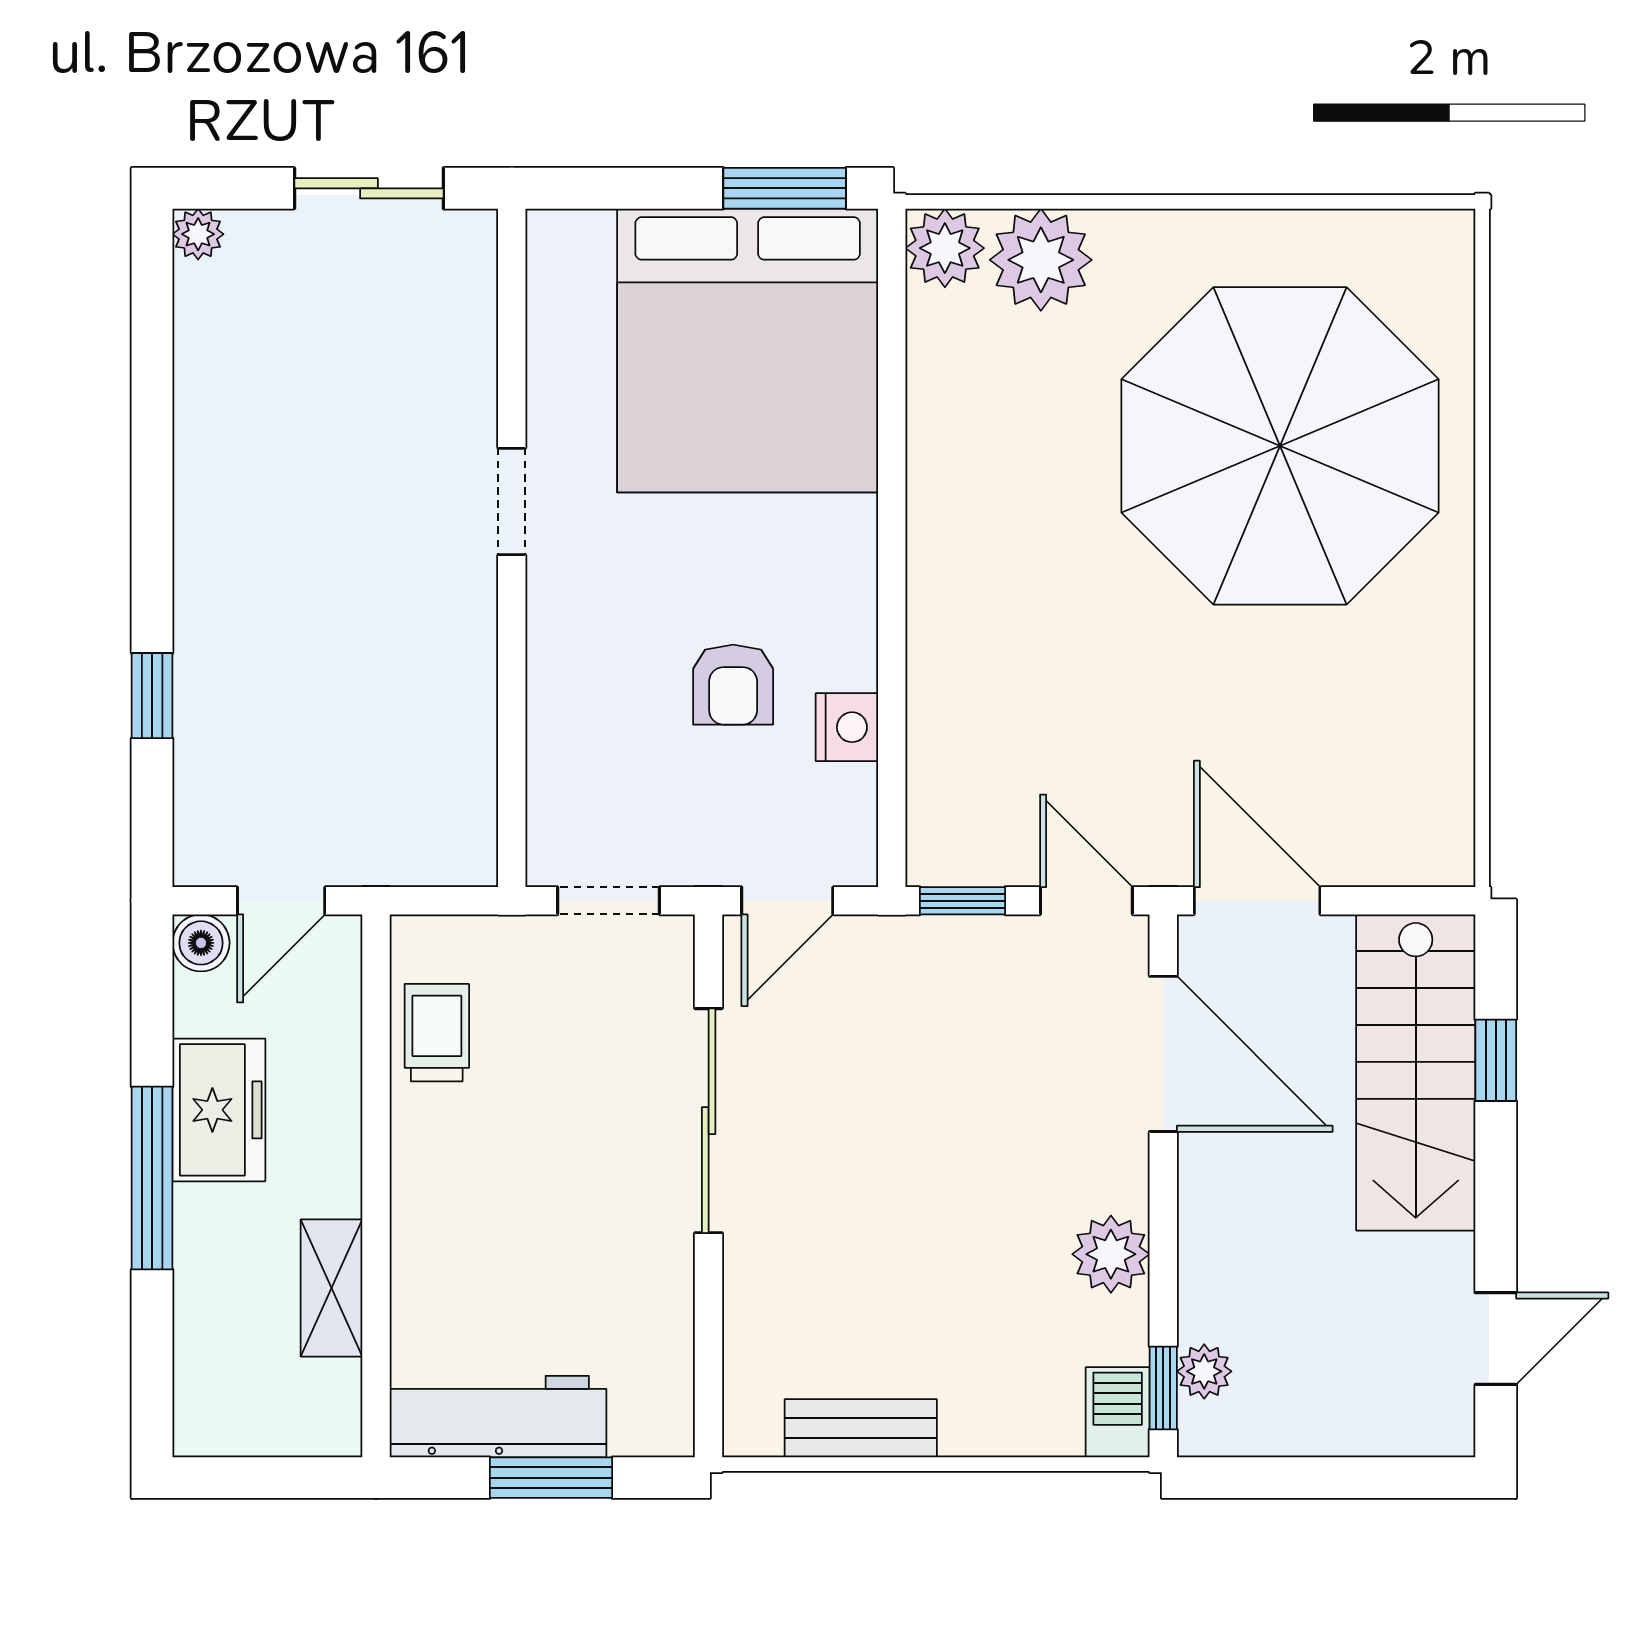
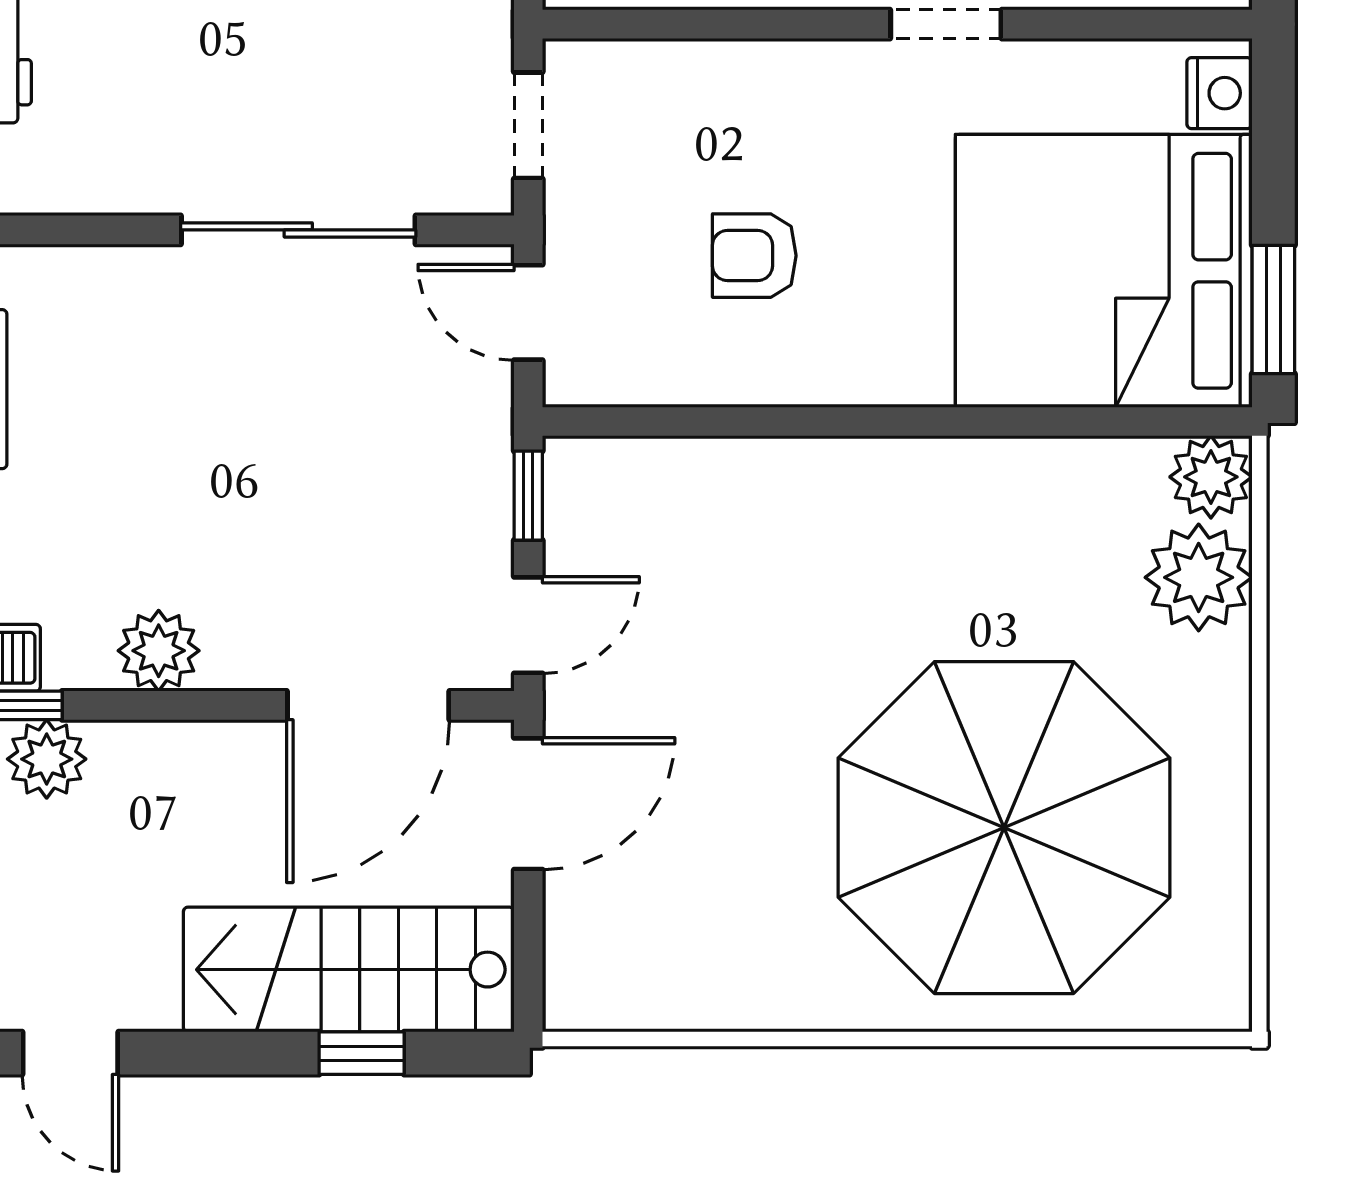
nightstand: (847, 727) -> (1219, 93), moved, turned -90
plant: (1204, 1371) -> (47, 759), width x1.38, depth x1.38

